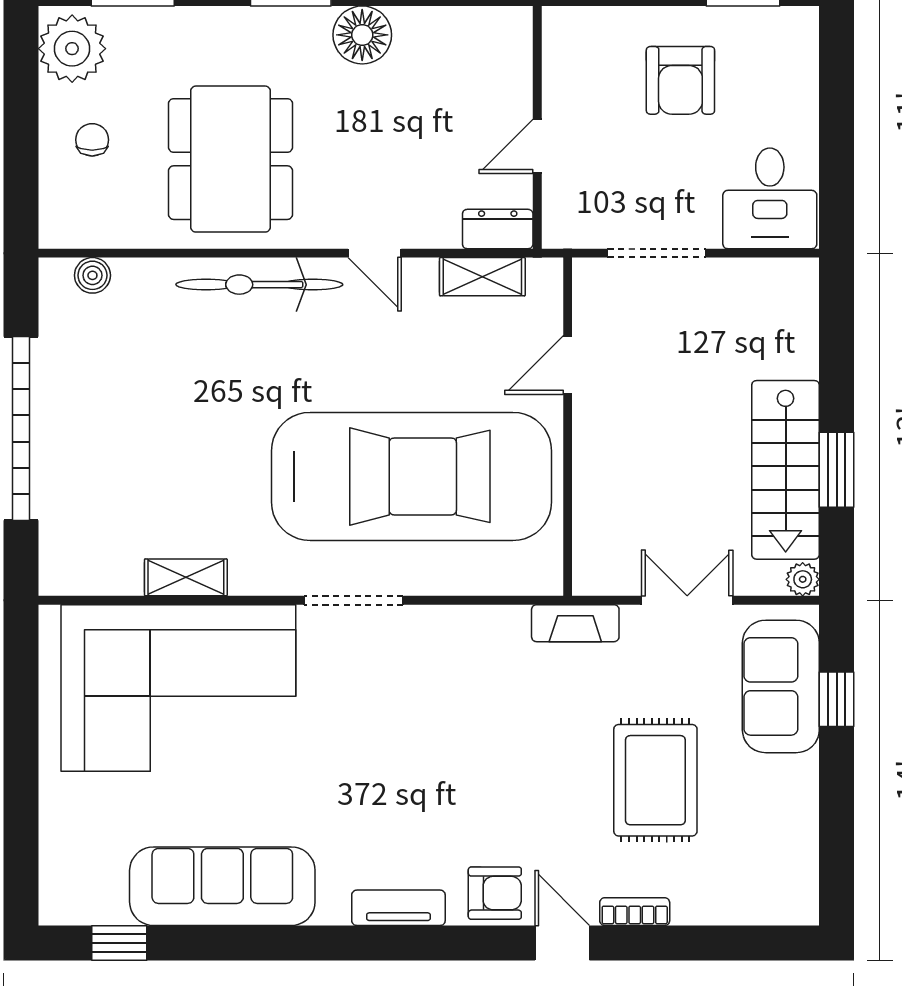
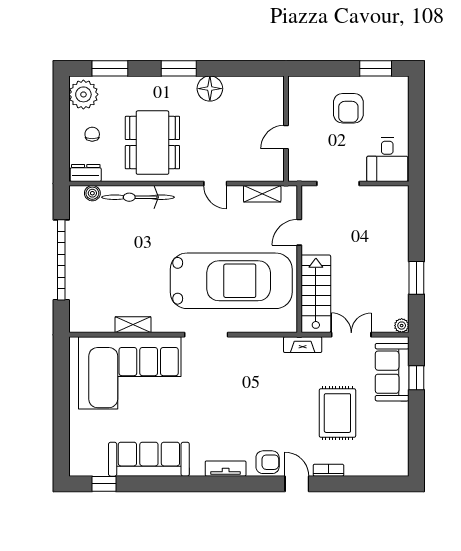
dresser: (498, 229) -> (86, 173), moved
bicycle: (259, 285) -> (138, 197), moved
stairs: (786, 470) -> (316, 294), moved, turned 180

